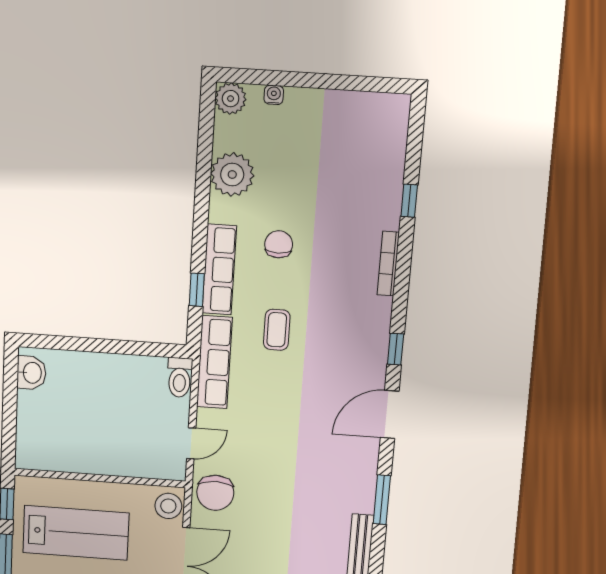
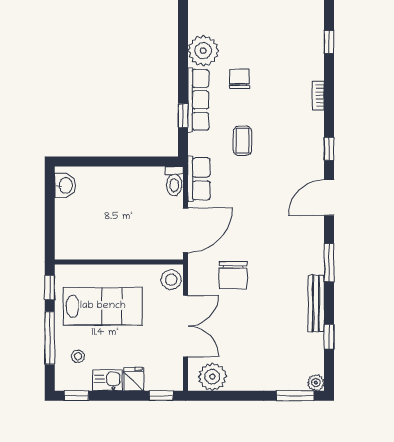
plant: (232, 175) -> (203, 51), moved
bookcase: (388, 264) -> (318, 96), width x0.64
row of seats: (214, 362) -> (199, 179), width x0.68
door: (191, 443) -> (185, 230), width x1.88
chair: (215, 493) -> (233, 275), moved

